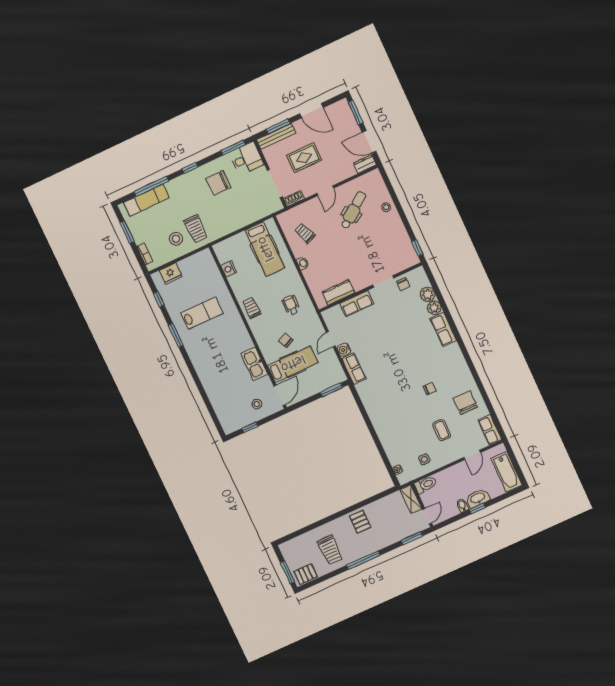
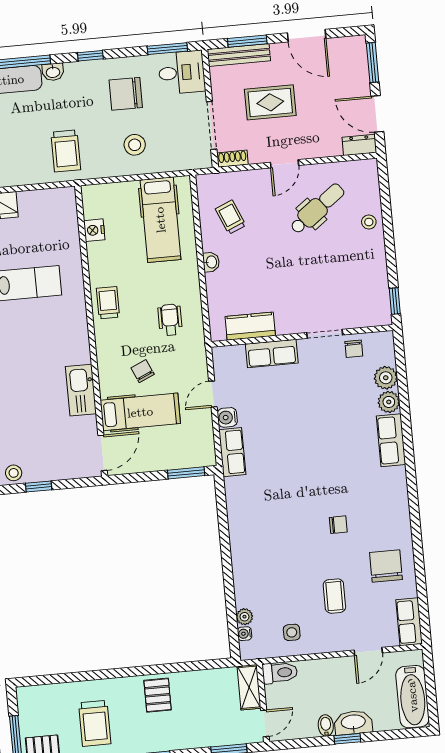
washbasin: (172, 185) -> (53, 72), added
stool: (176, 239) -> (135, 145), moved
stool: (257, 404) -> (14, 473), moved
plant: (394, 460) -> (244, 617), added

